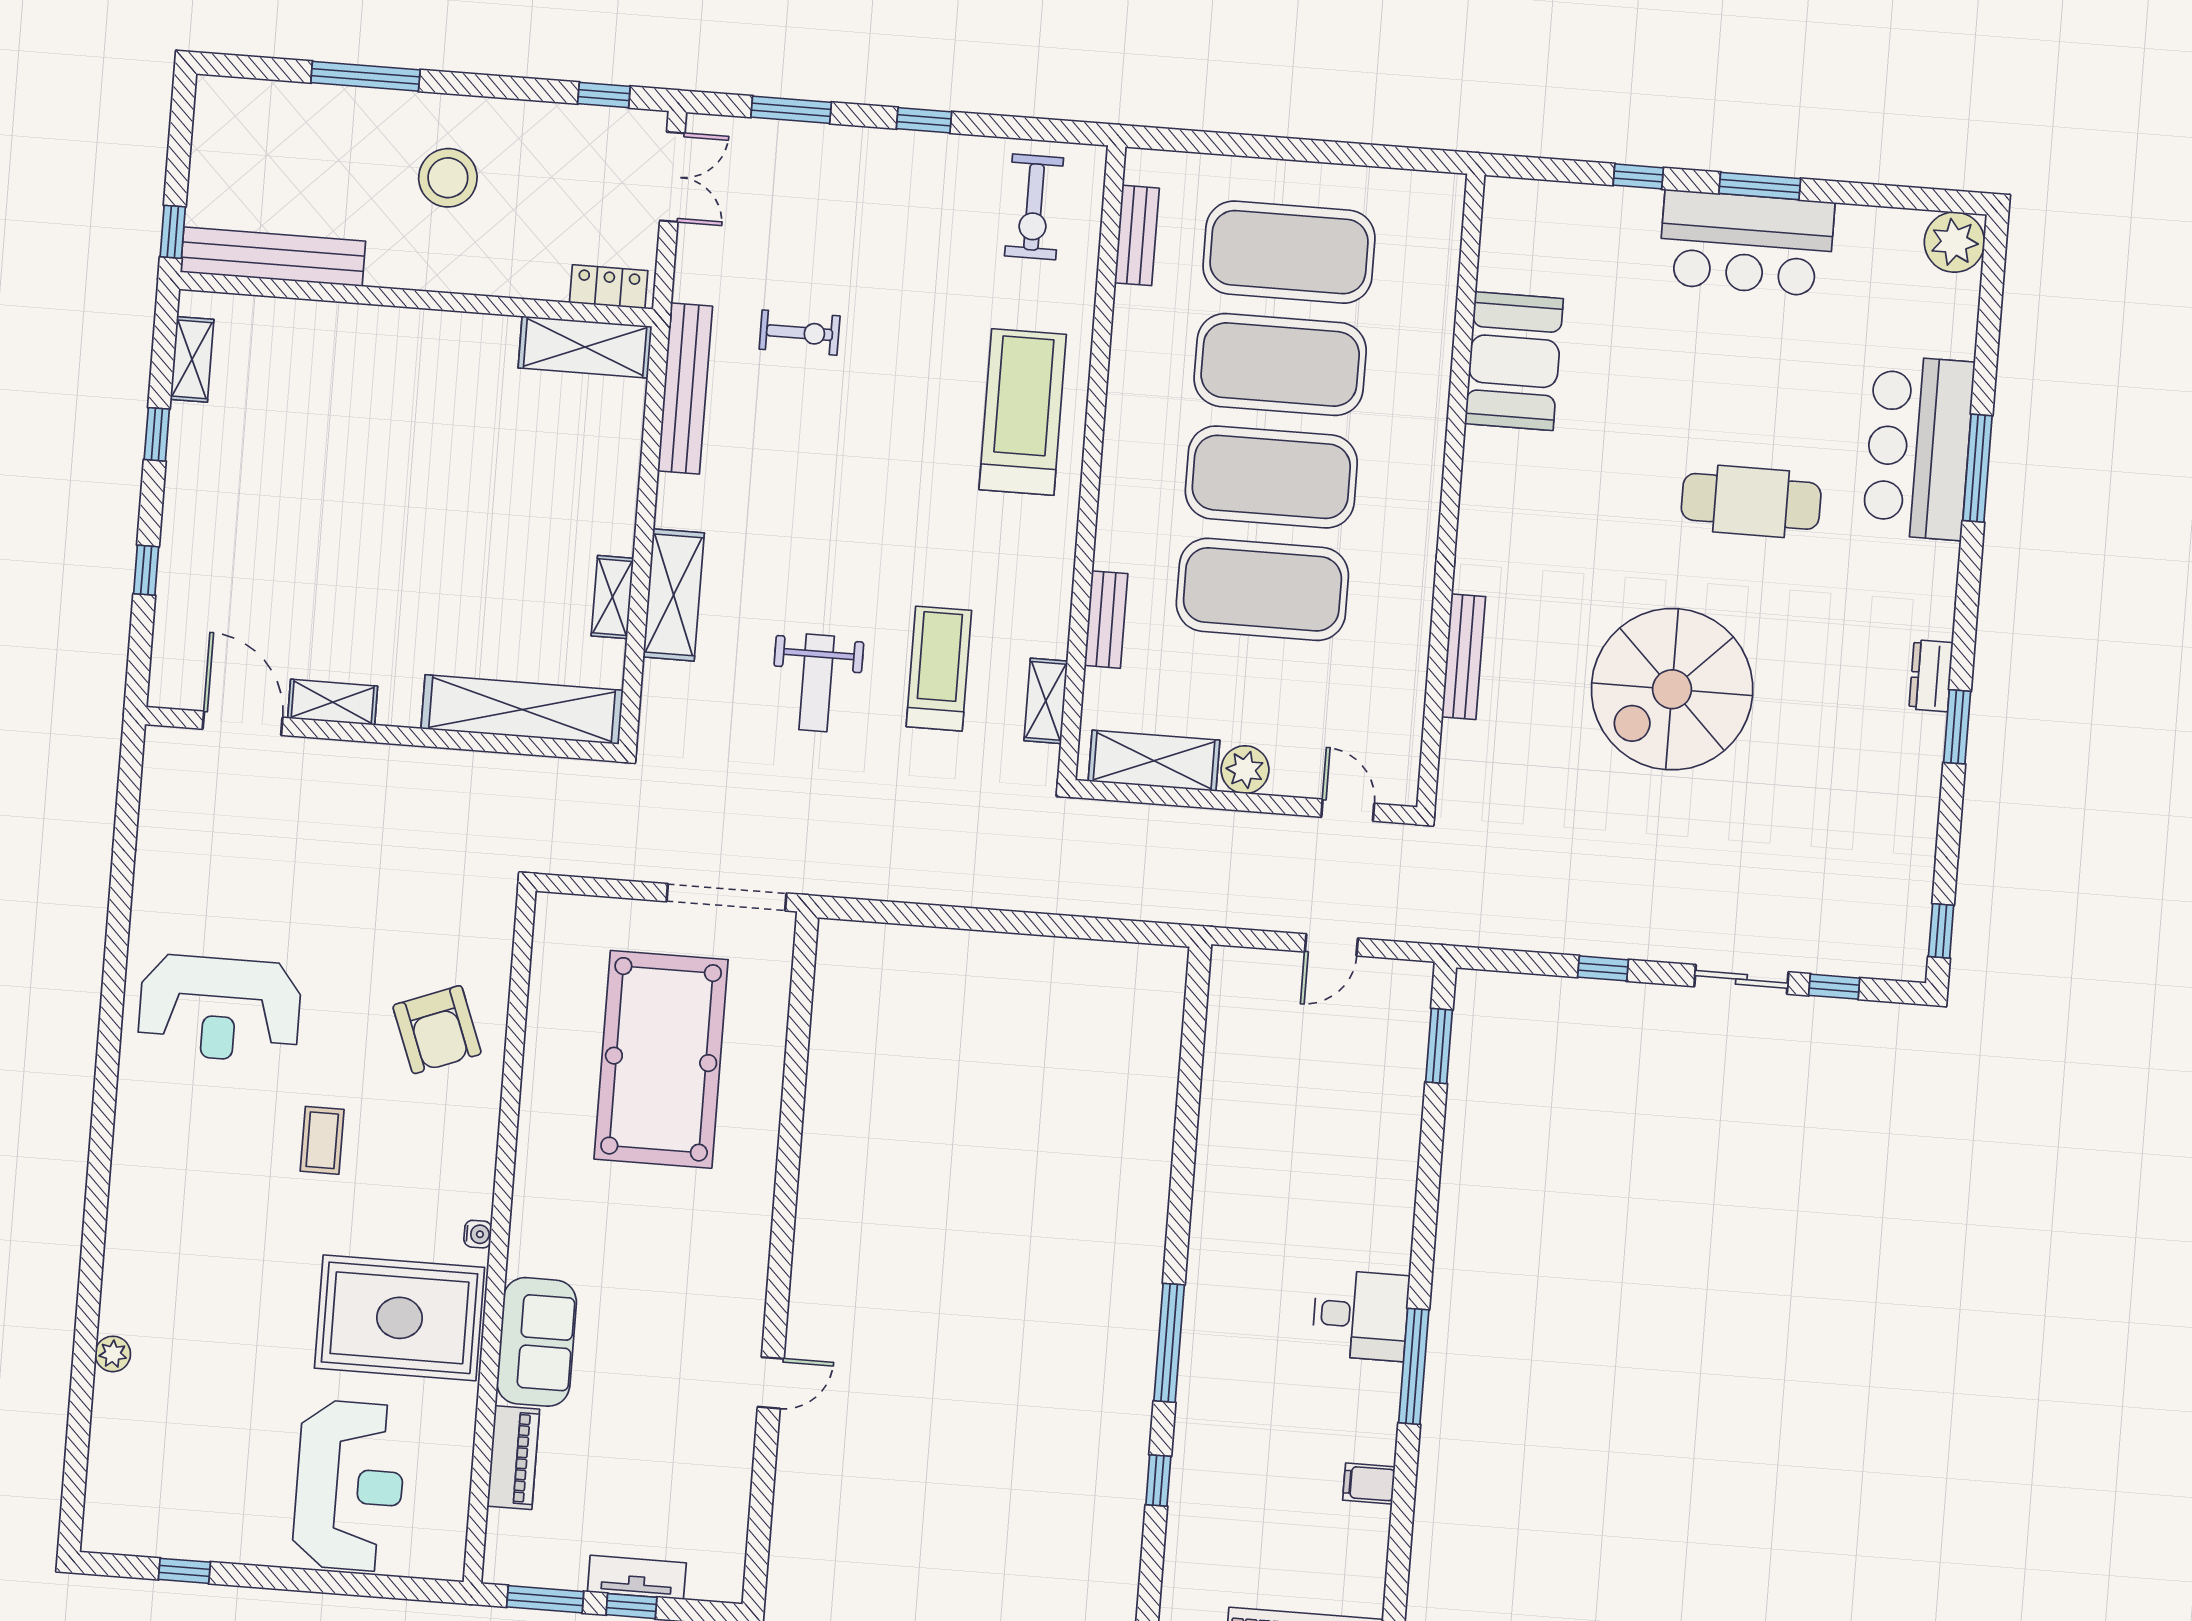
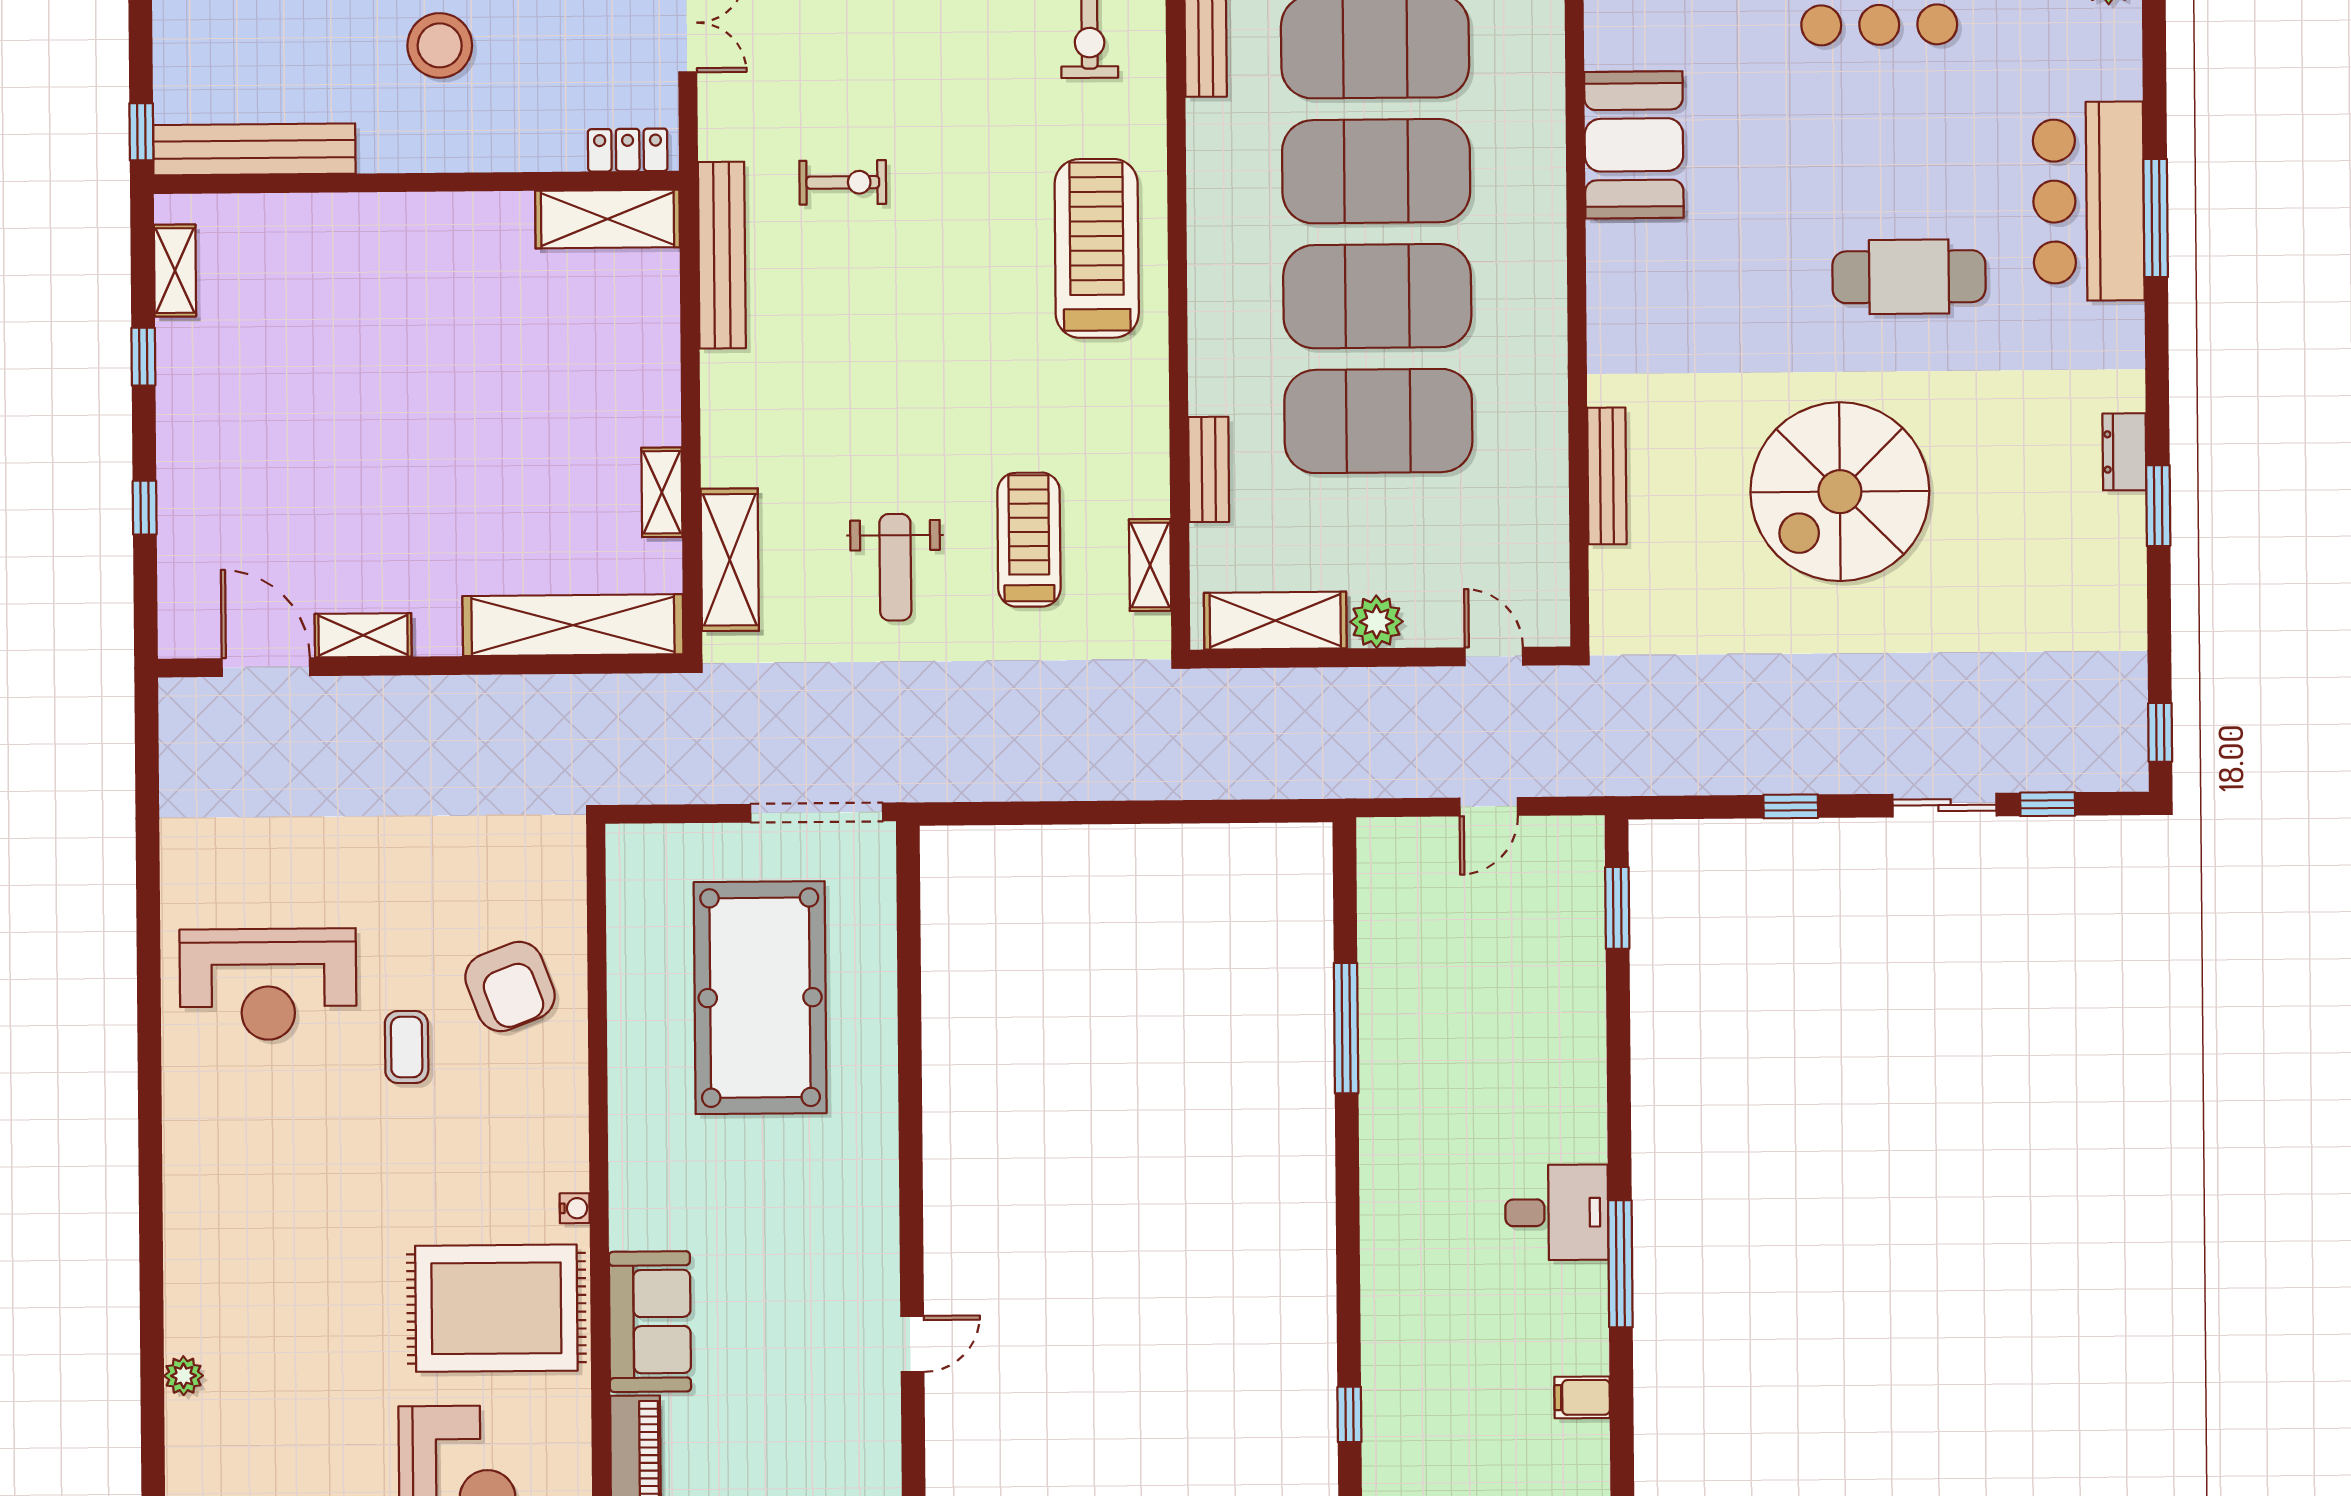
shelving: (674, 595) -> (730, 560), moved
coffee table: (322, 1140) -> (407, 1047), moved
window: (1169, 1343) -> (1346, 1028), moved

